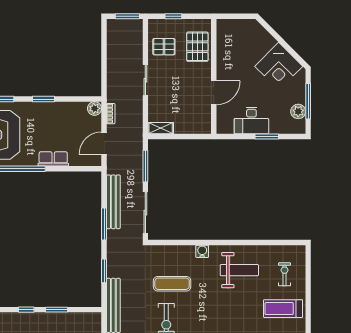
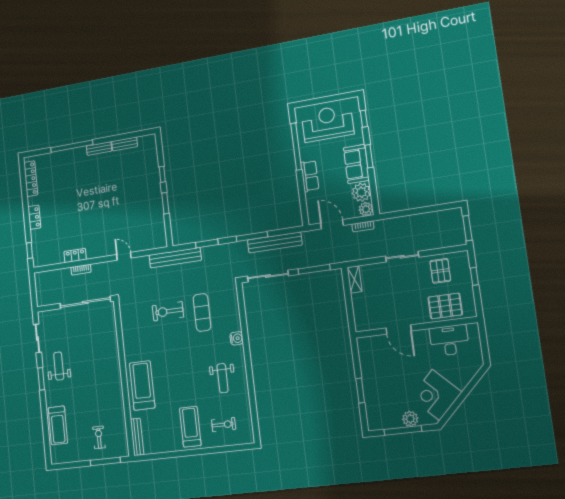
plant: (77, 111) -> (361, 192), added
plant: (298, 111) -> (410, 419), moved
sofa: (49, 112) -> (356, 164), added
desk: (251, 120) -> (449, 340), moved, turned 90
weight bench: (239, 270) -> (223, 378), width x0.73, depth x0.75

